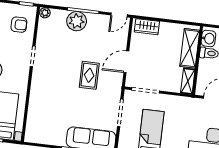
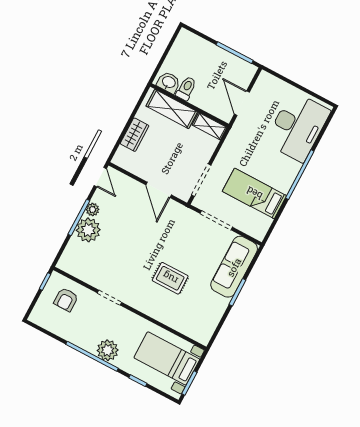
plant: (45, 13) -> (93, 210), moved
armchair: (19, 25) -> (66, 300), turned 180
wardrobe: (147, 27) -> (135, 135), moved
rug: (89, 75) -> (170, 278), moved

